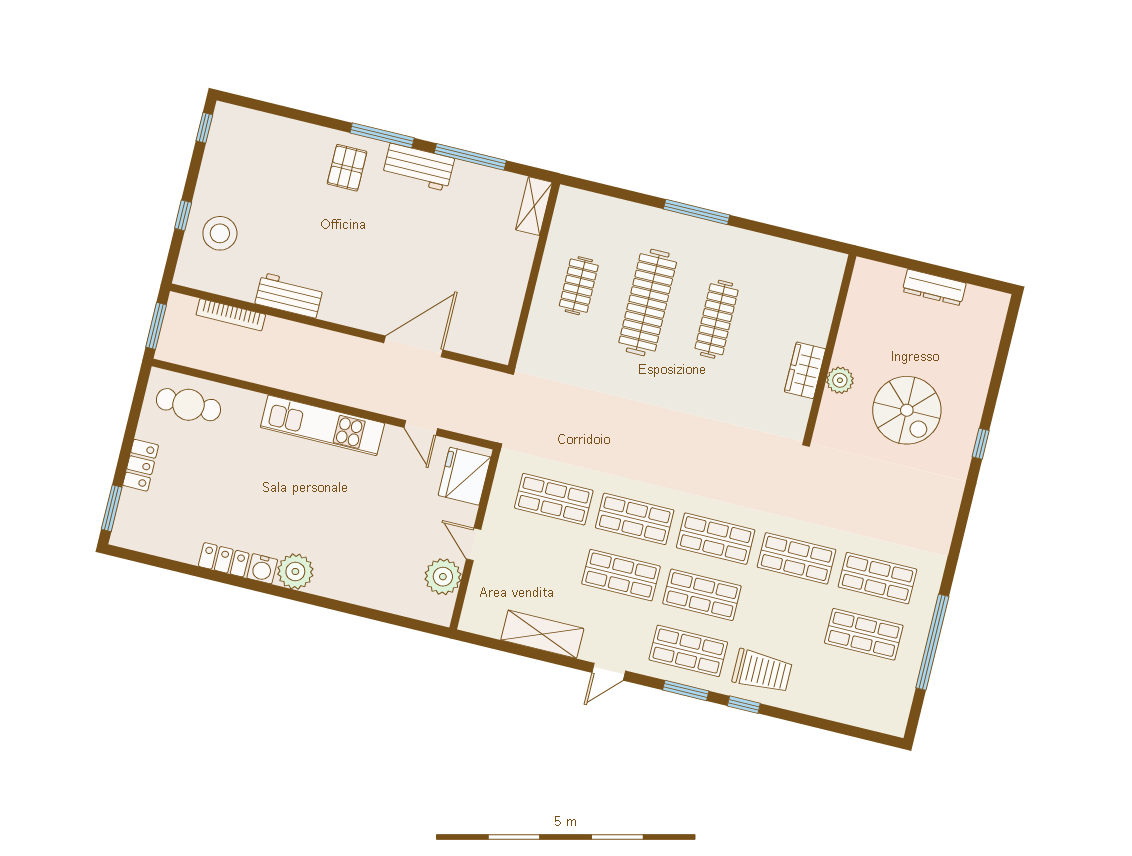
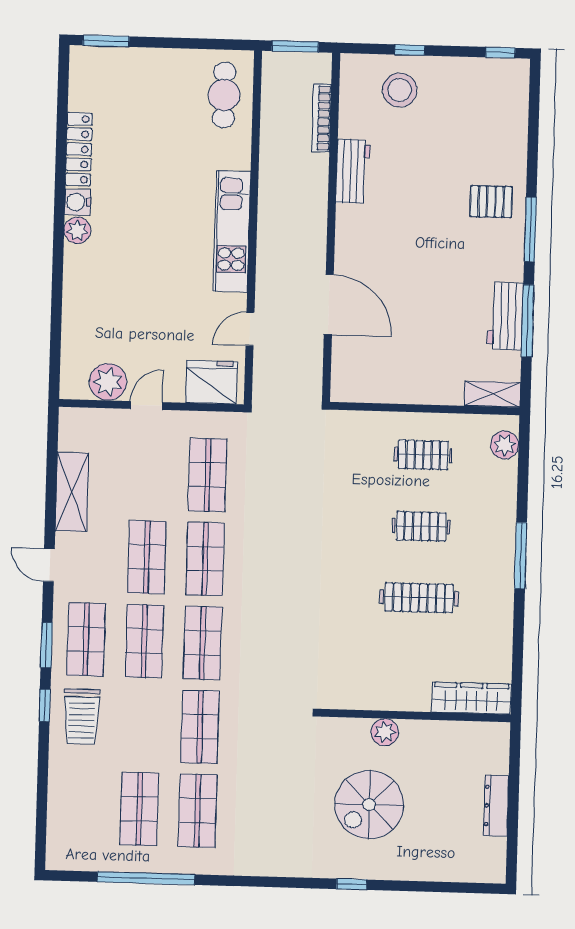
workbench: (418, 167) -> (505, 316), moved
plant: (586, 205) -> (505, 445), added
clothes rail: (648, 302) -> (421, 526), width x0.54, depth x0.76
wardrobe: (805, 370) -> (471, 698), moved, width x1.50
locker: (141, 465) -> (154, 60), removed
locker: (224, 560) -> (79, 149), width x1.53
plant: (295, 571) -> (77, 230), width x0.73, depth x0.73

